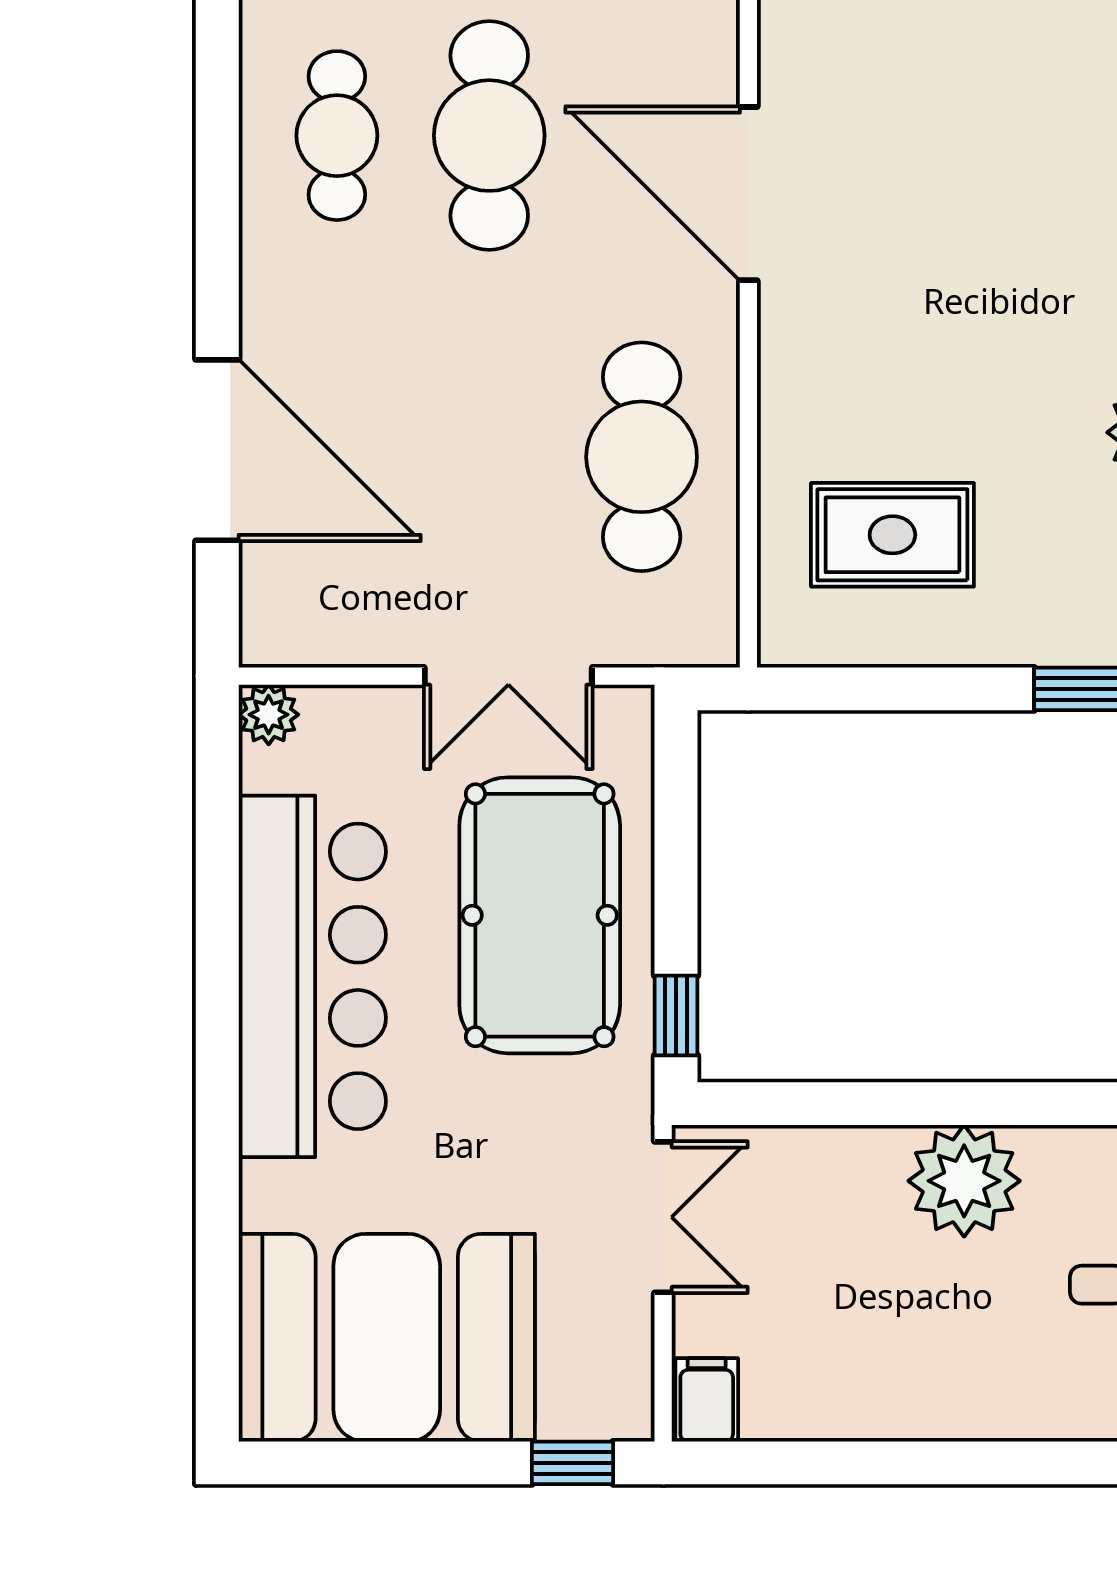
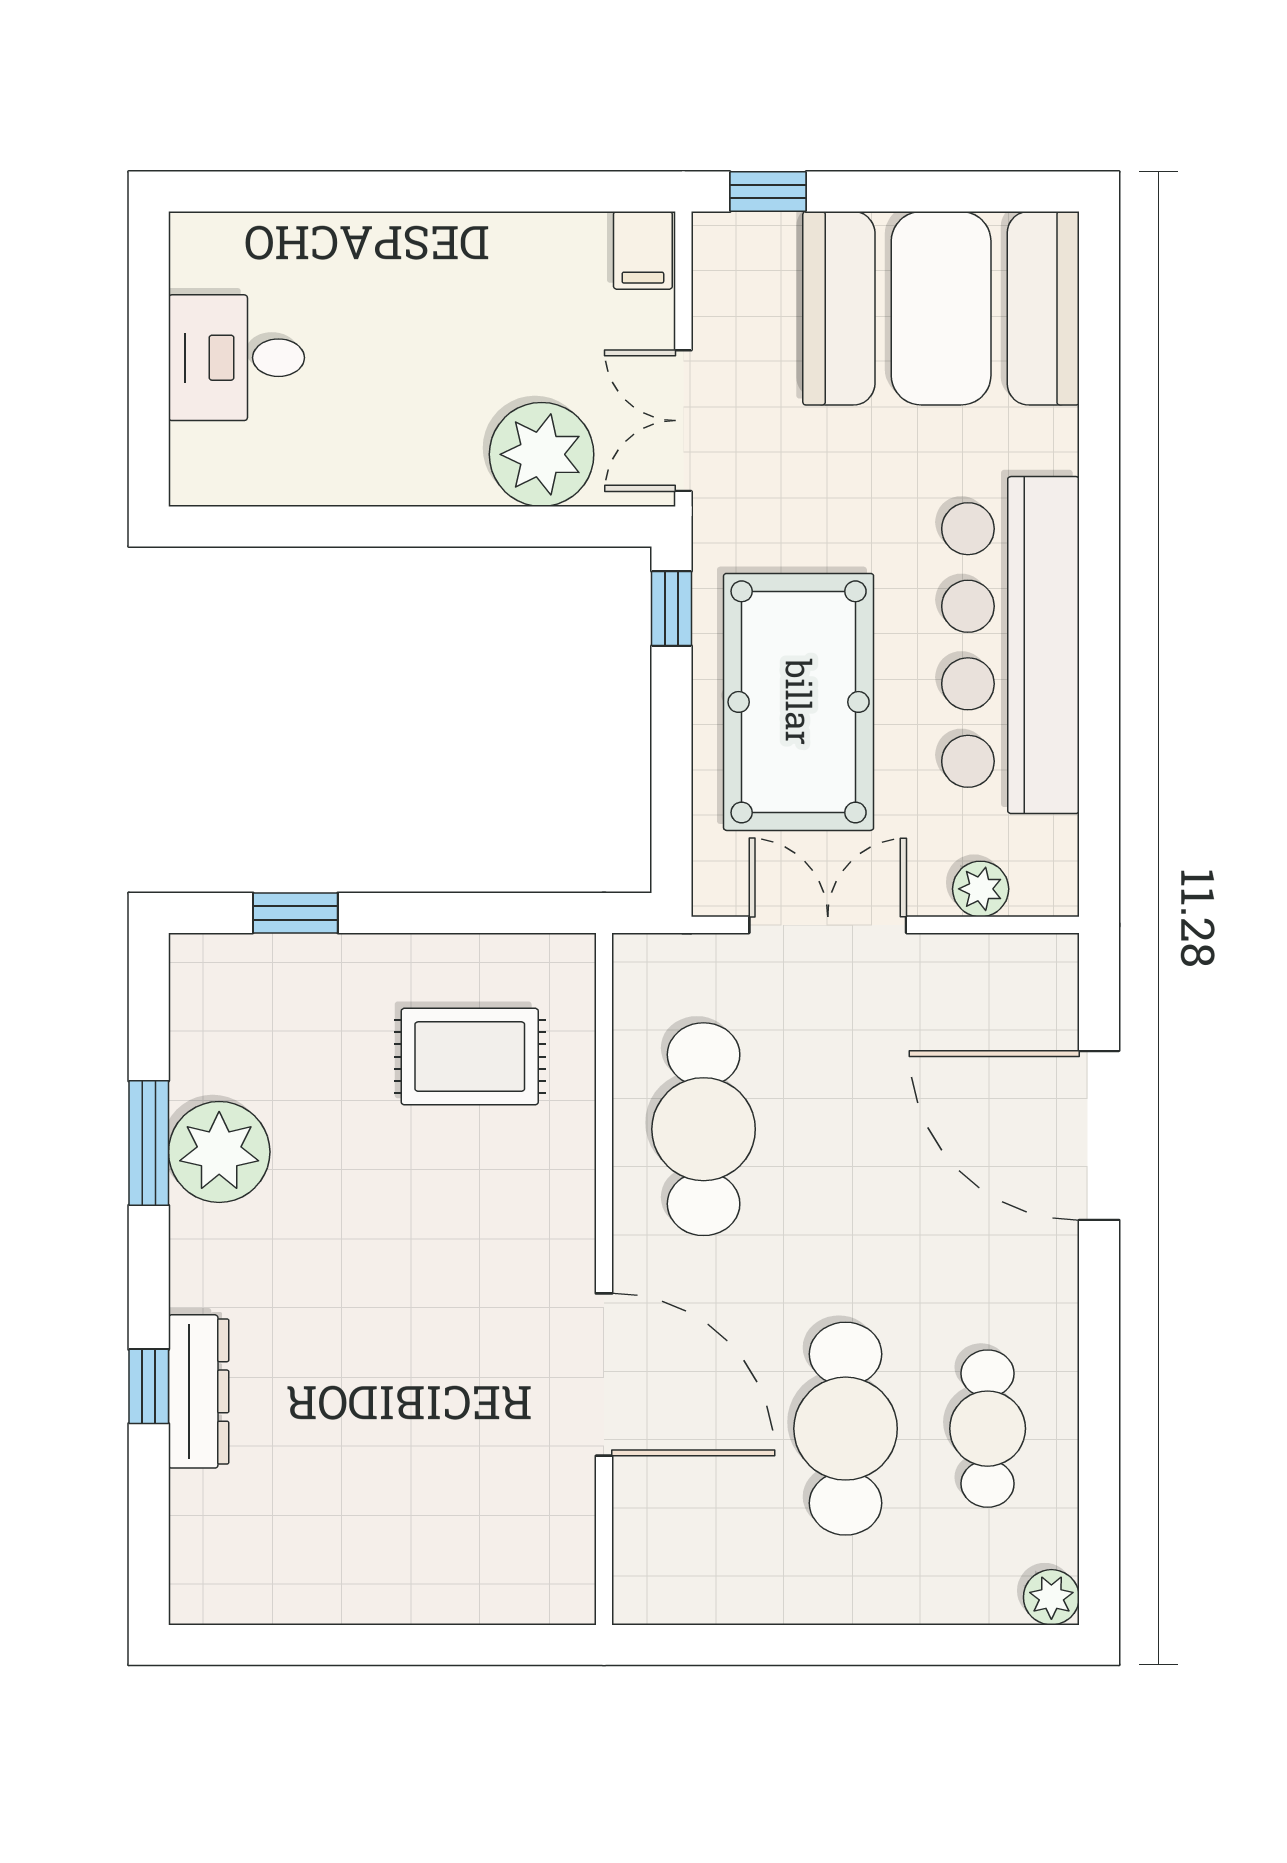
plant: (269, 715) -> (981, 889), moved
plant: (964, 1181) -> (542, 454), moved

